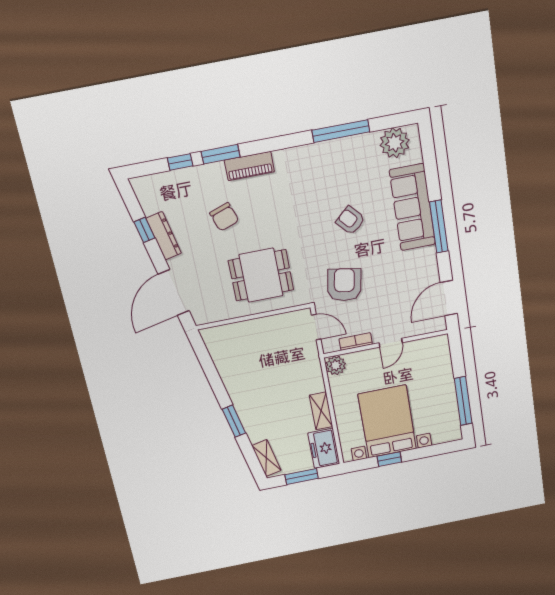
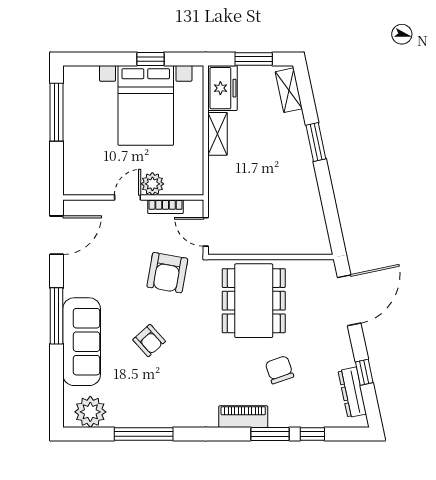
dresser: (164, 236) -> (352, 392), moved
dining table: (261, 275) -> (254, 301), width x1.38
plant: (336, 365) -> (152, 184), moved

